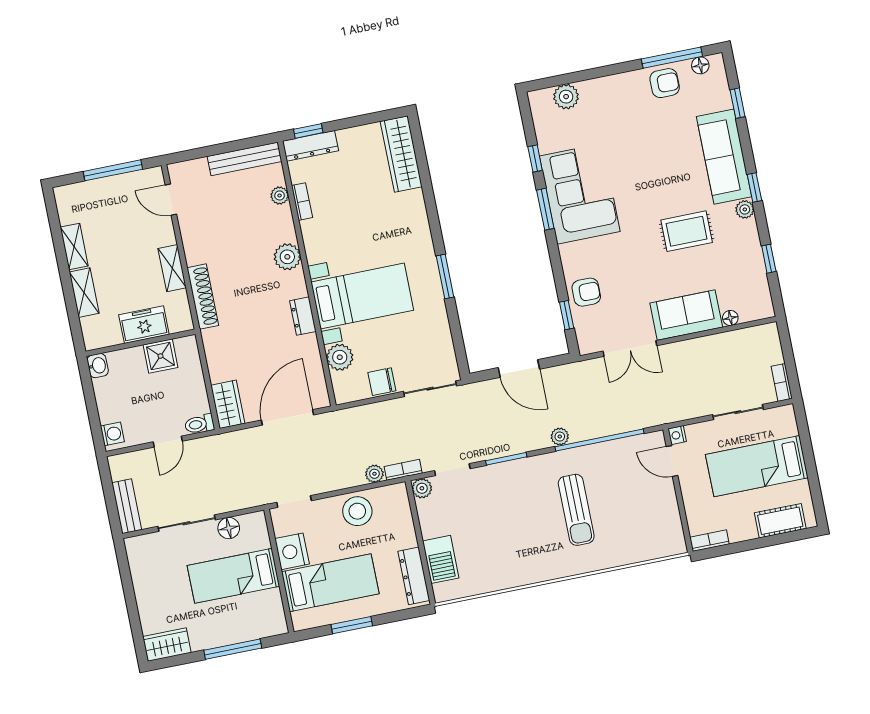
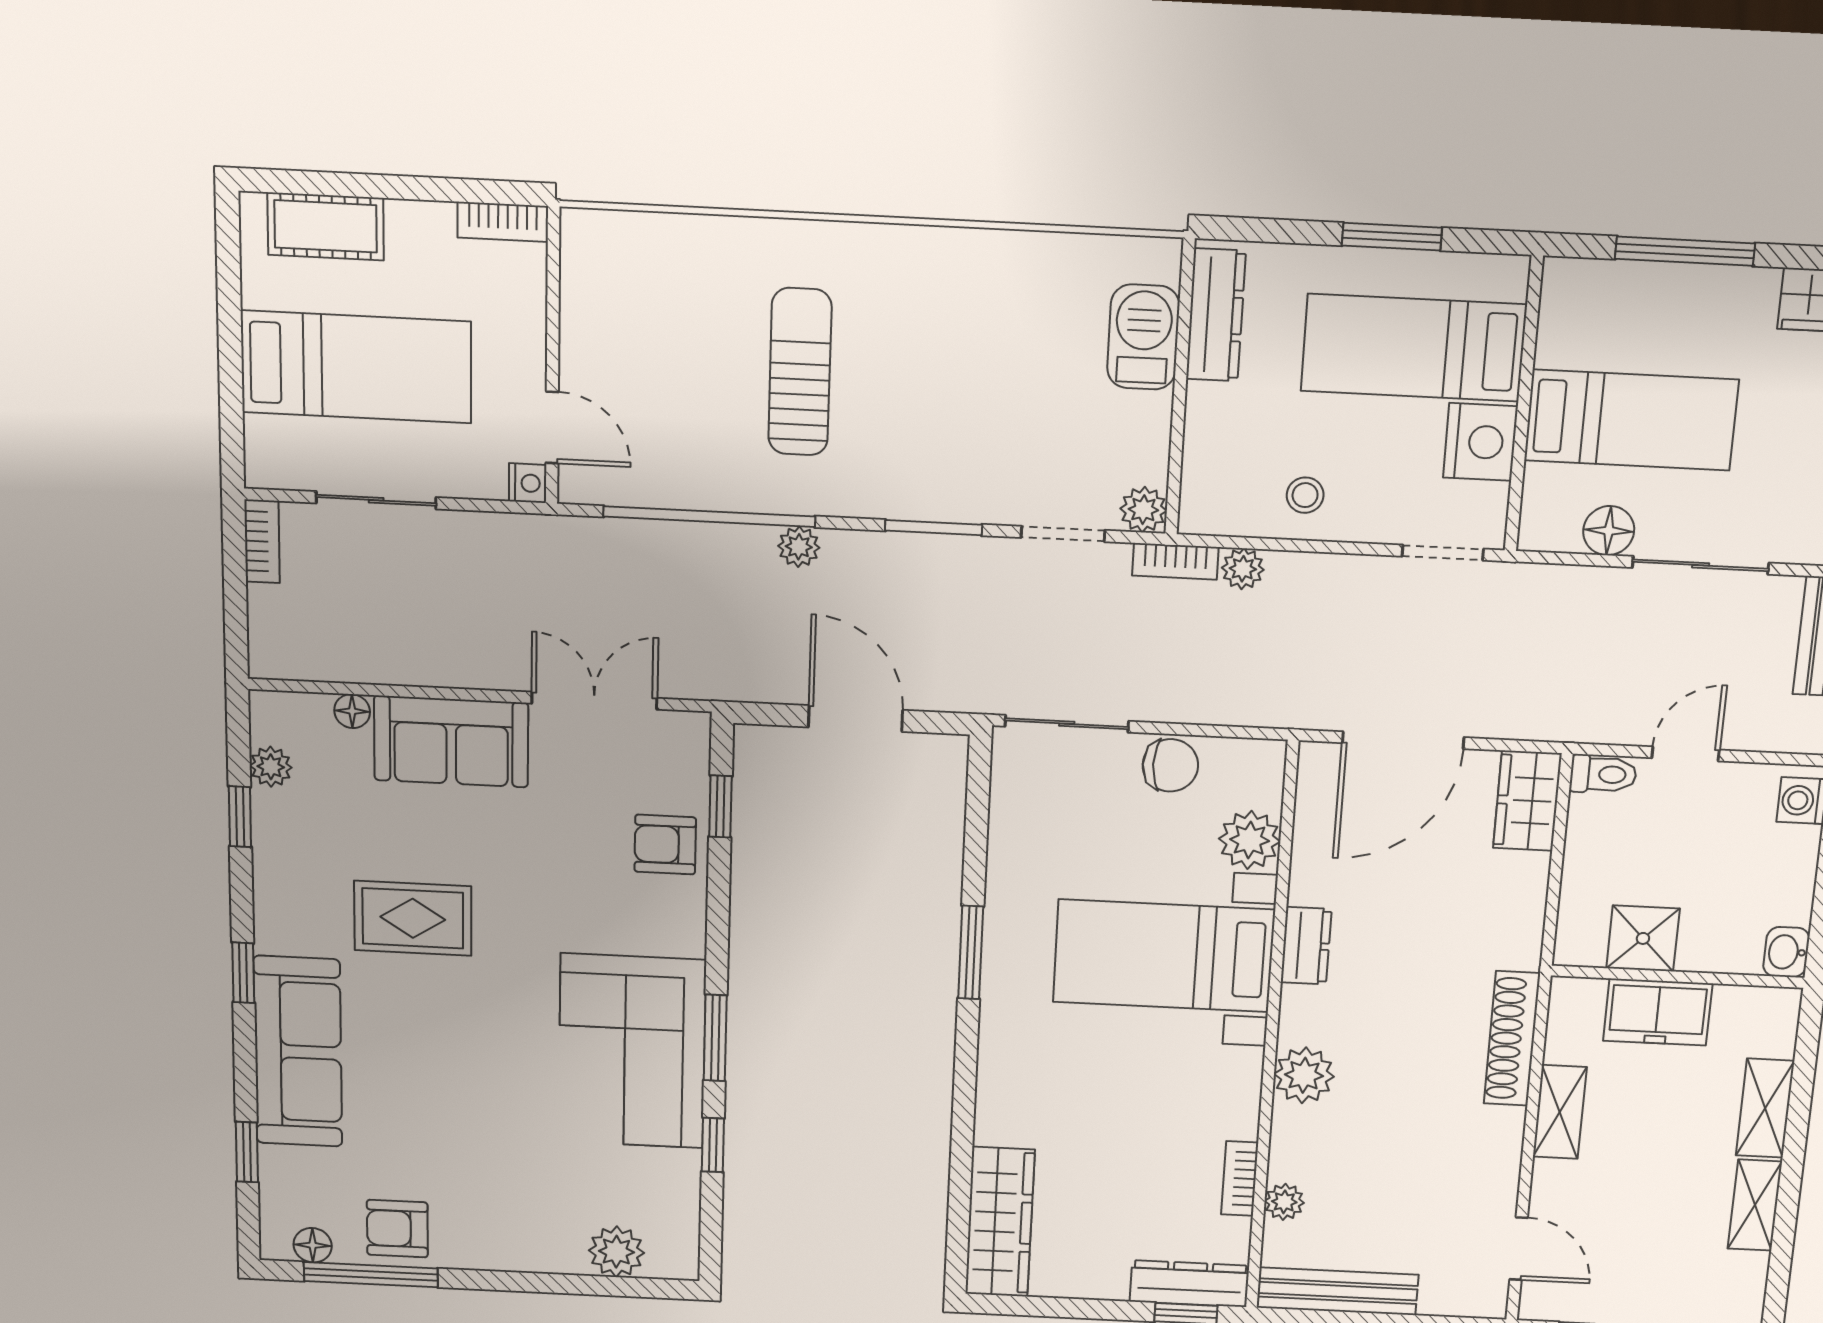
plant: (745, 209) -> (271, 767), moved
stool: (357, 511) -> (1305, 495), width x0.53, depth x0.53

